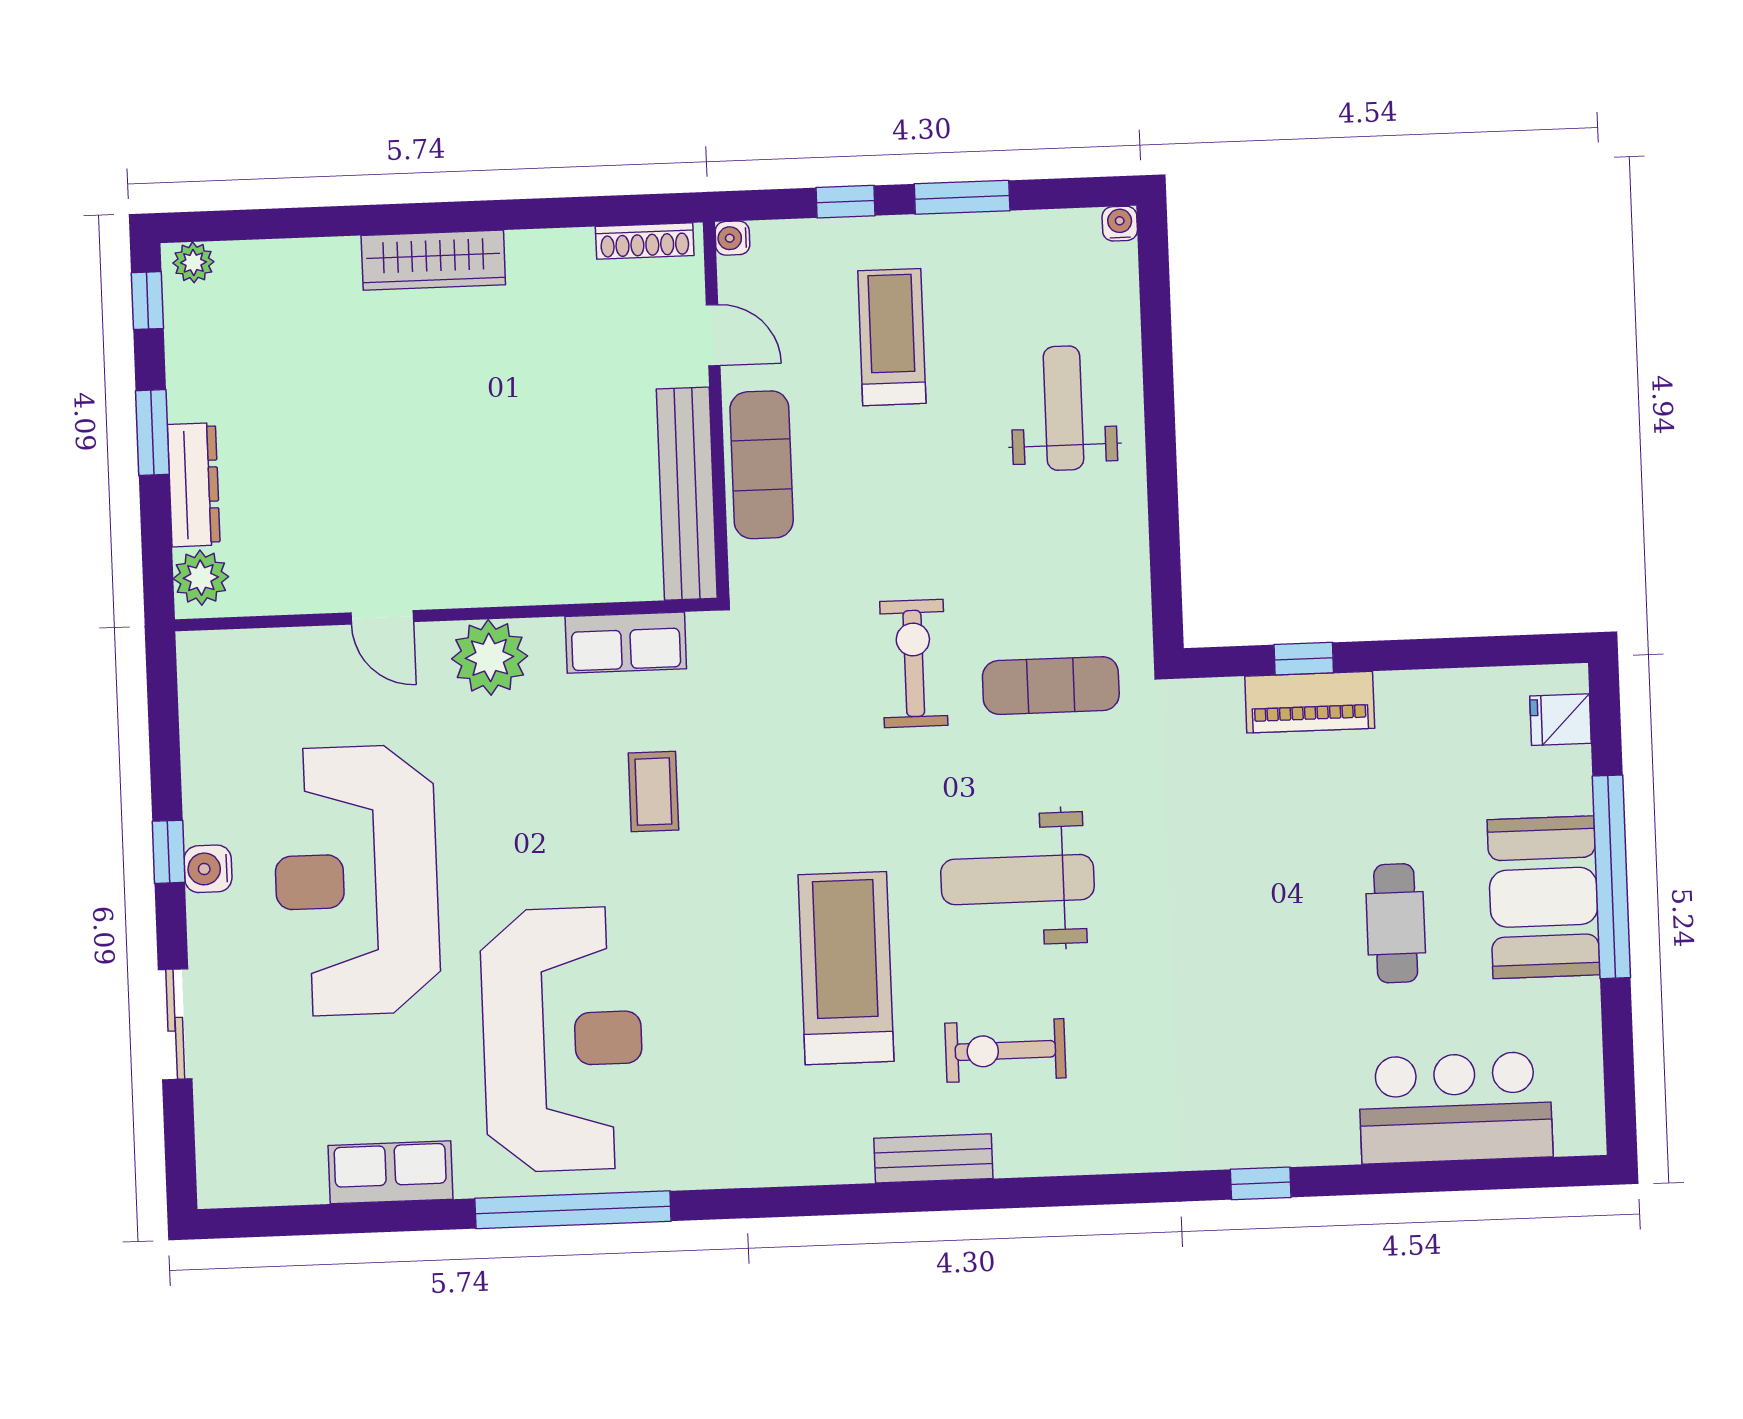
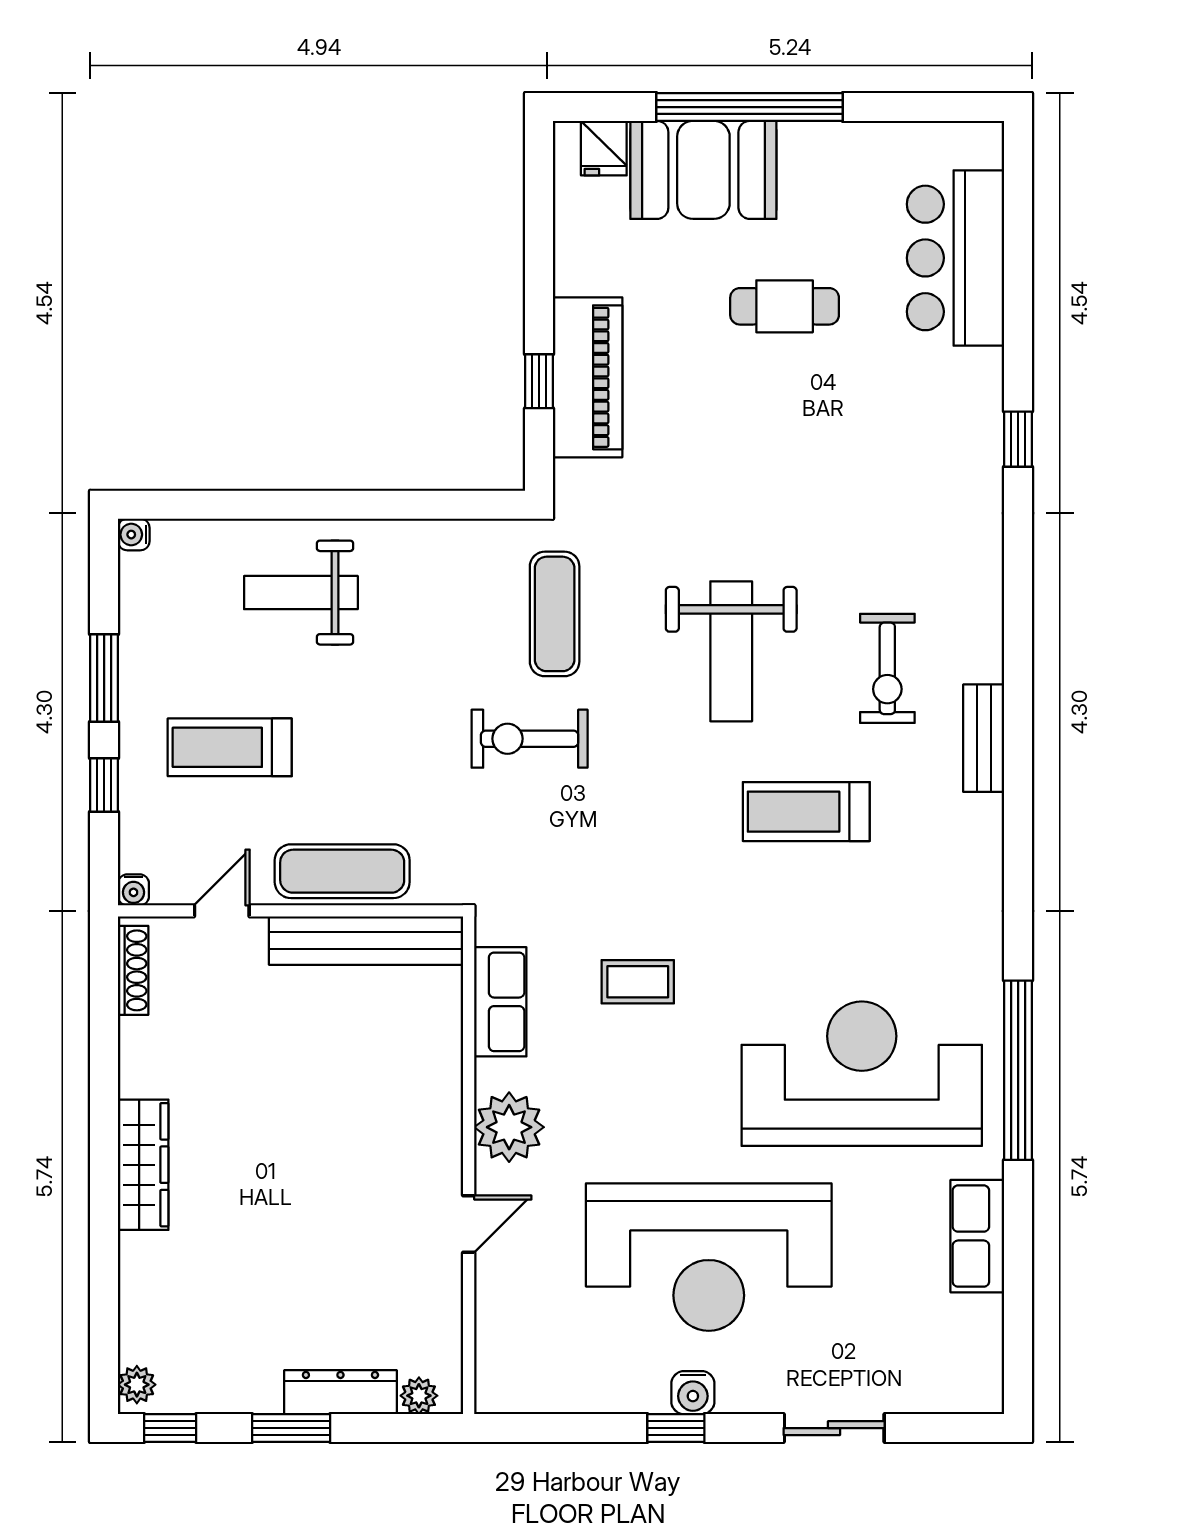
plant: (201, 578) -> (419, 1396), width x0.73, depth x0.73
piano: (1310, 702) -> (588, 377), width x1.37, depth x1.33
booth: (1544, 897) -> (703, 170), moved
treadmill: (846, 968) -> (806, 812), width x0.73, depth x0.73

